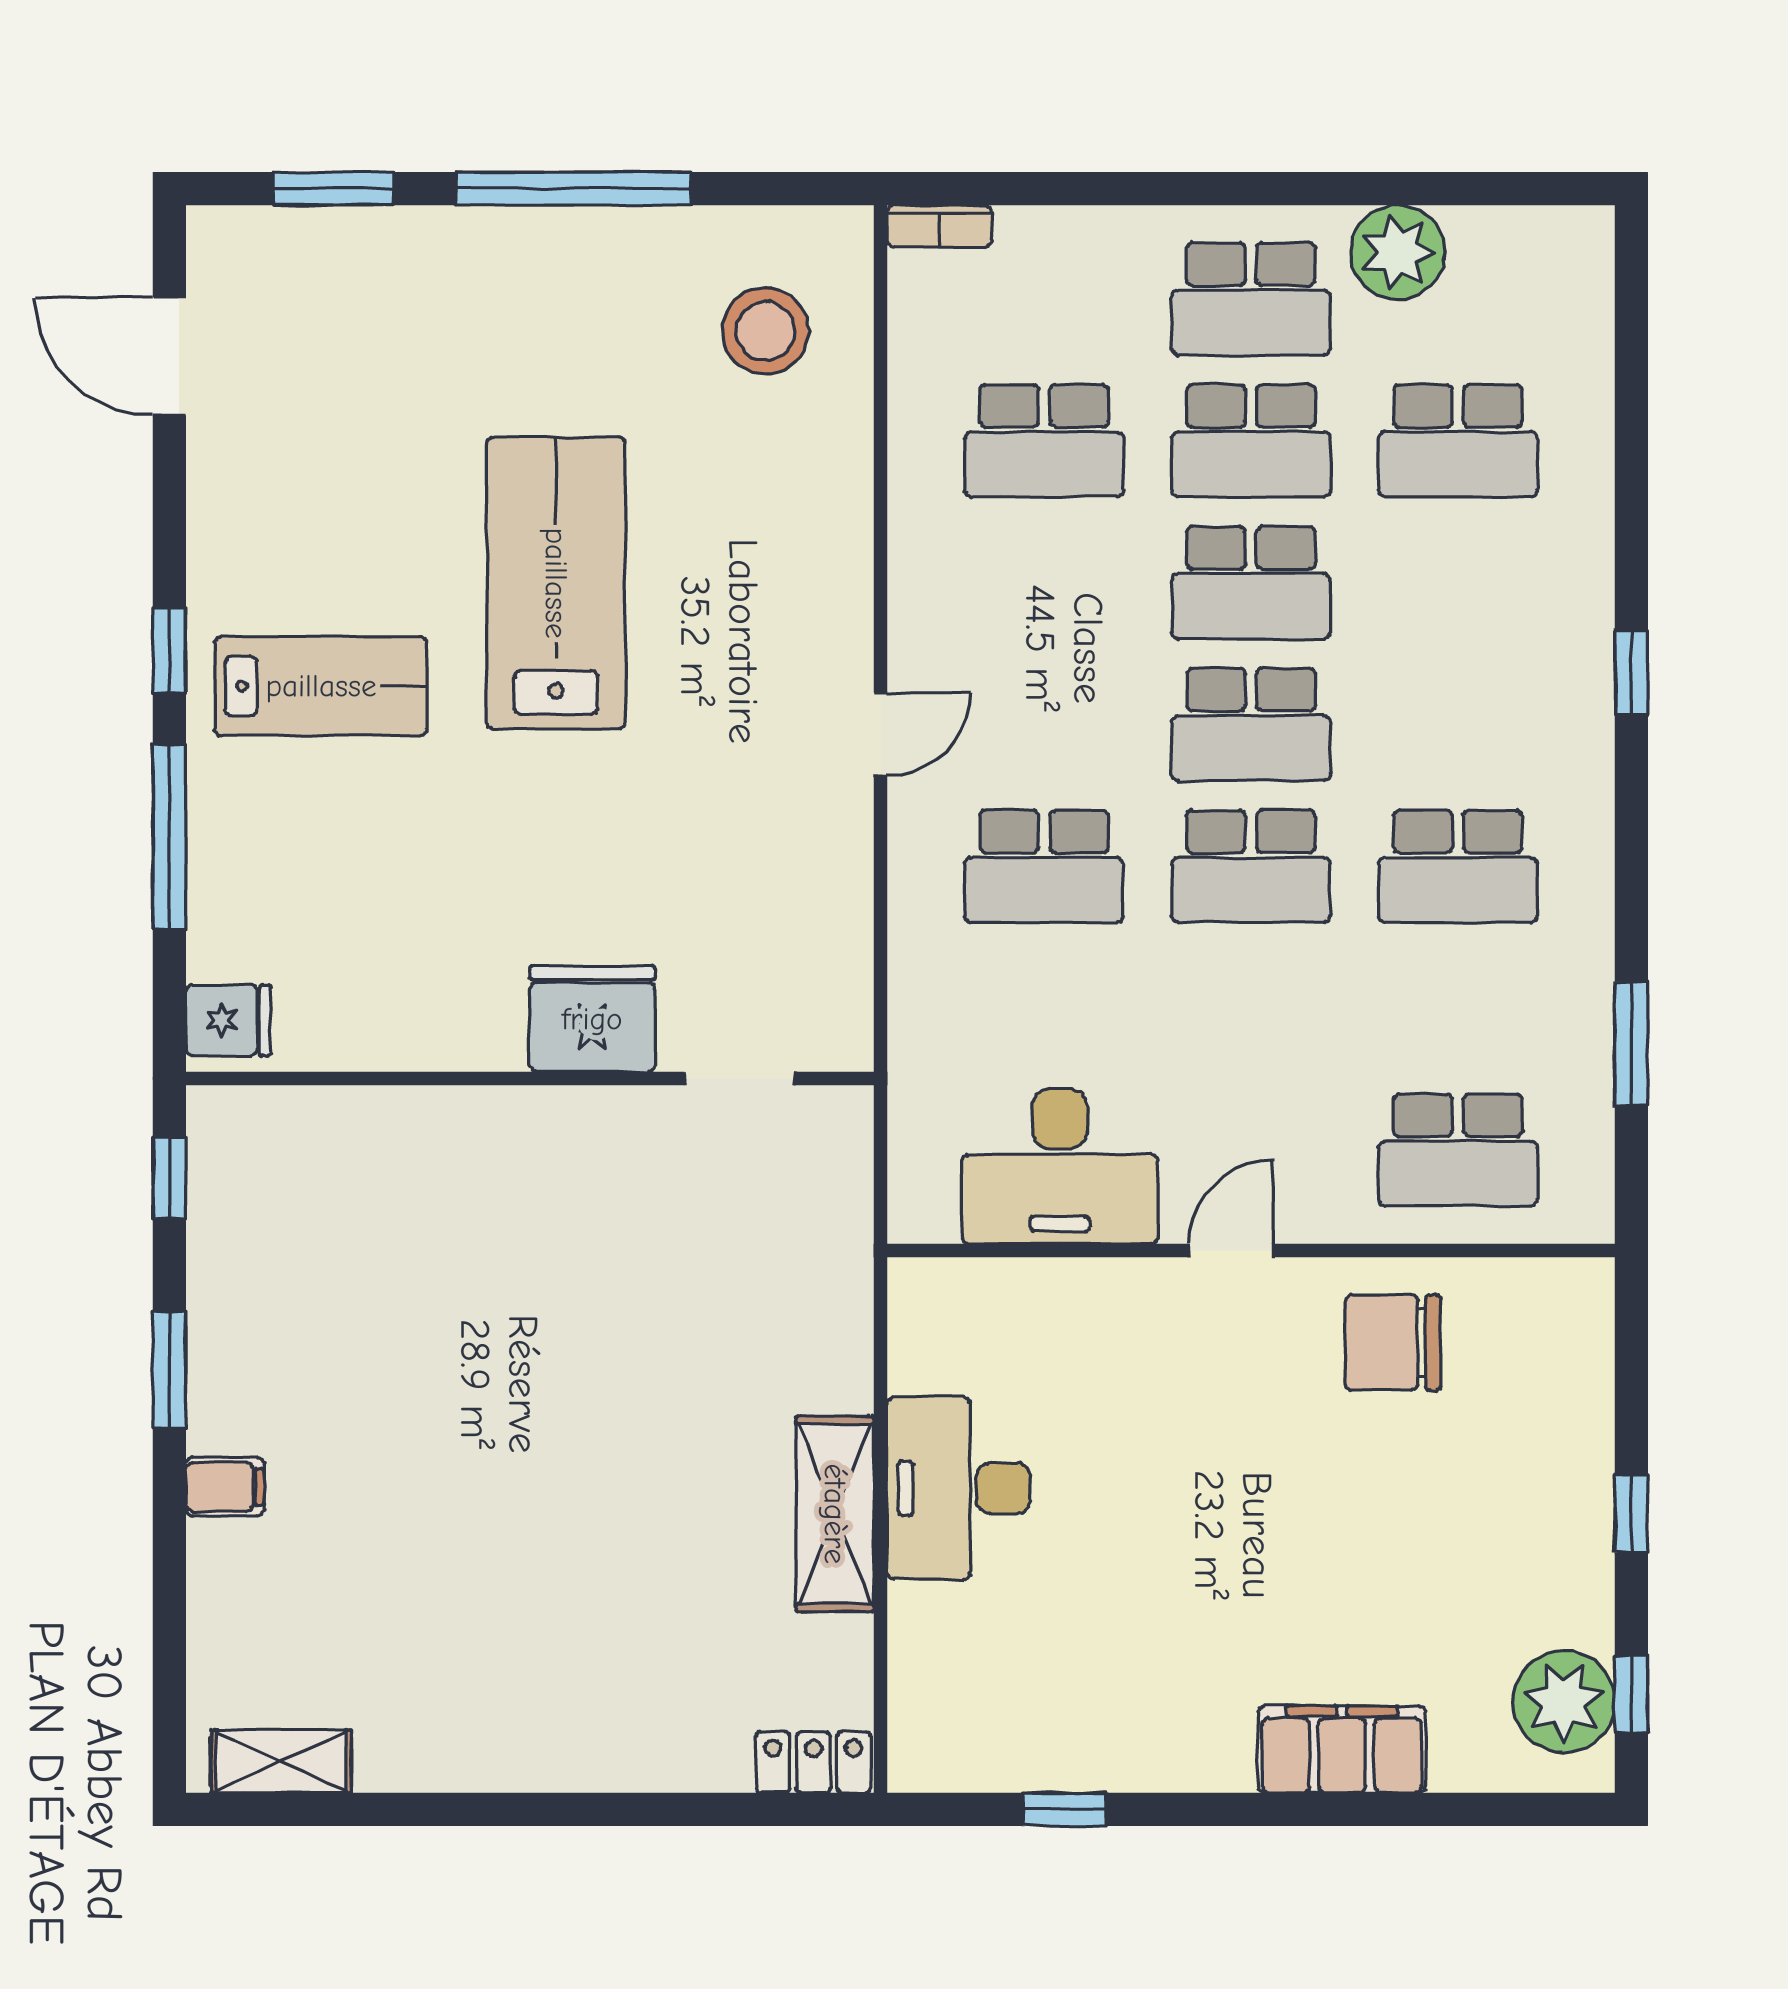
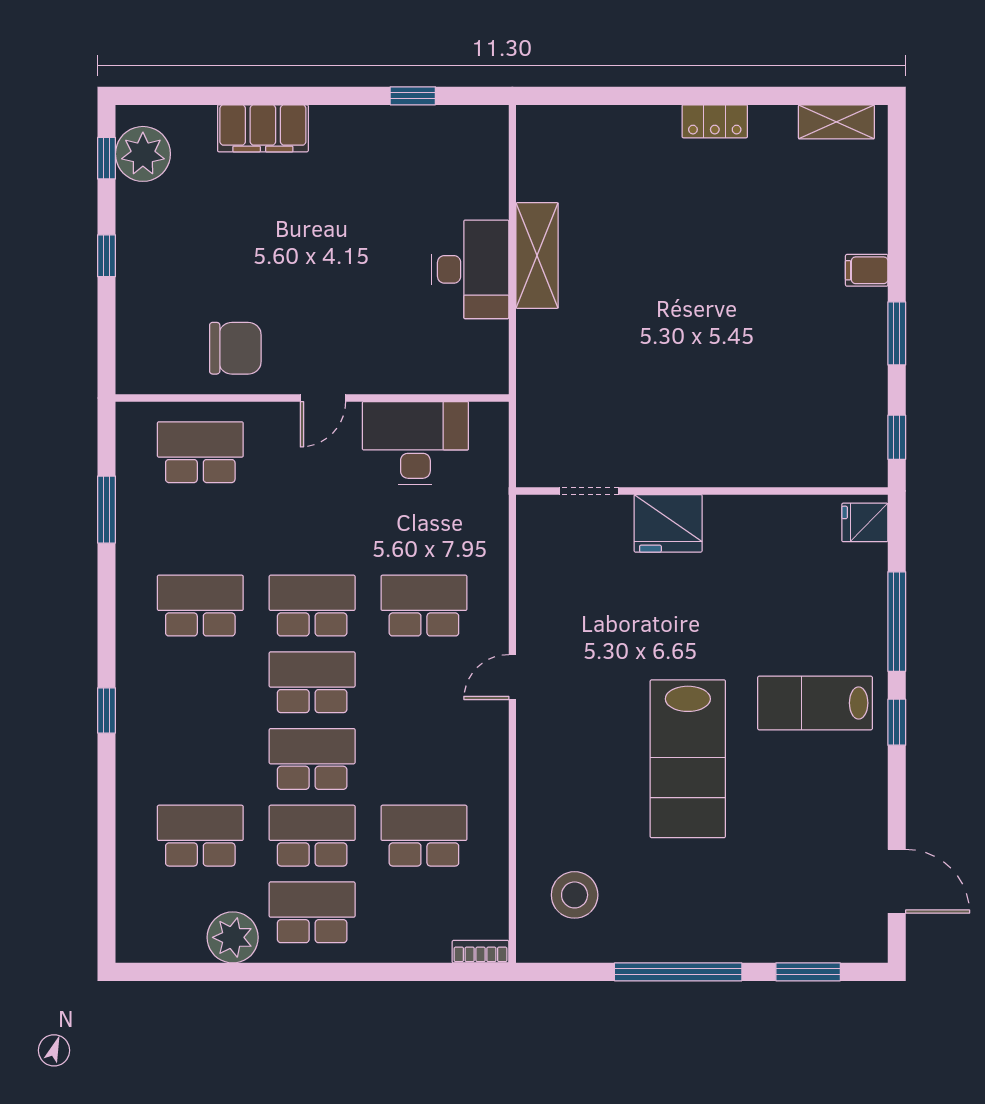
locker: (813, 1762) -> (715, 121), moved

